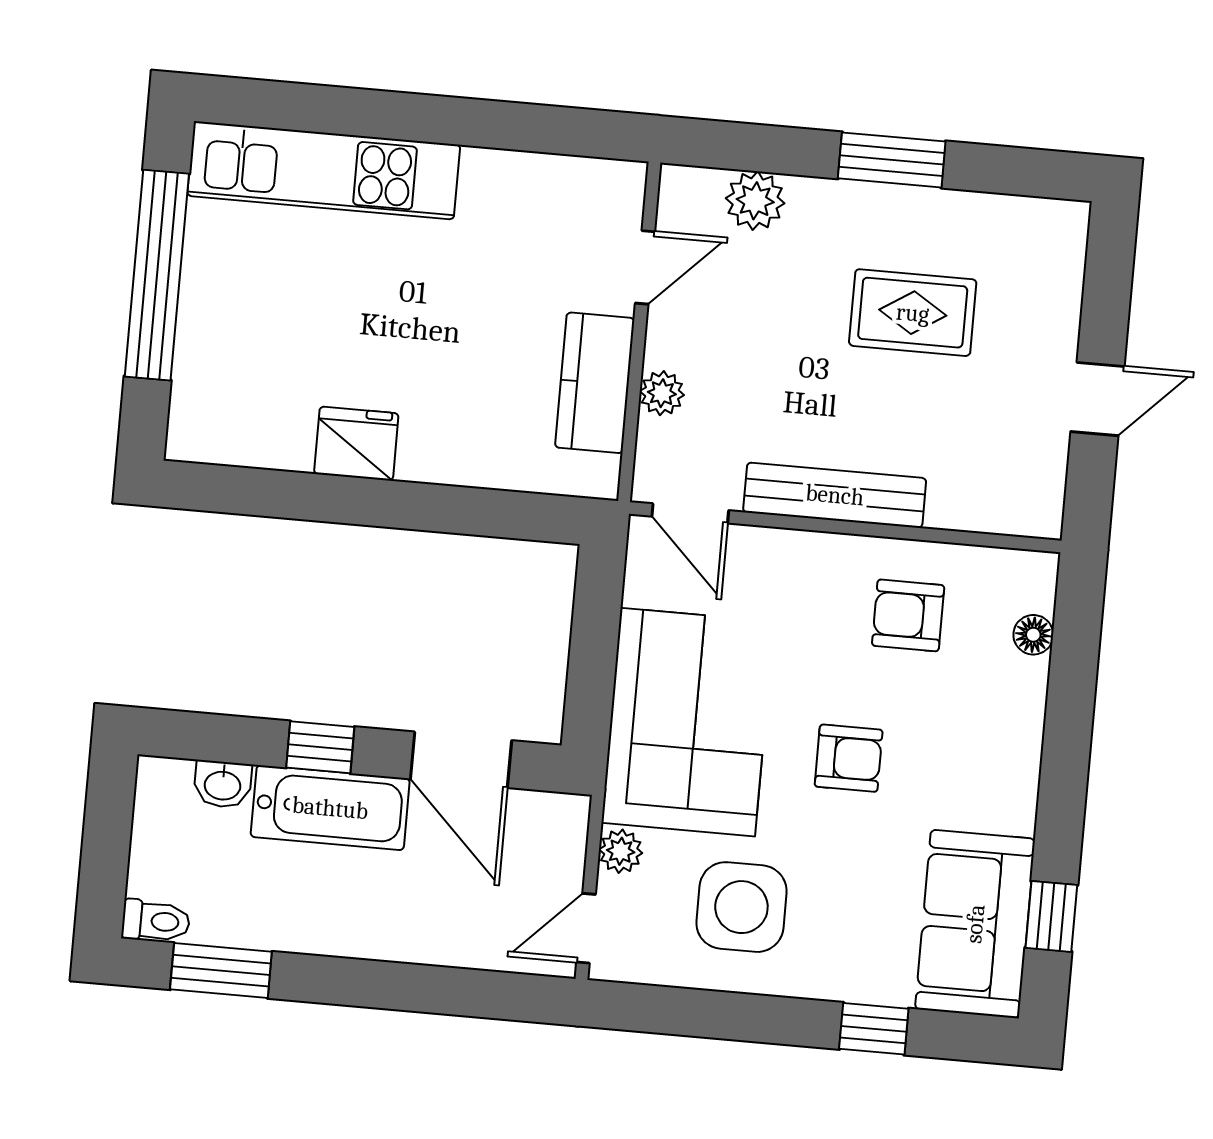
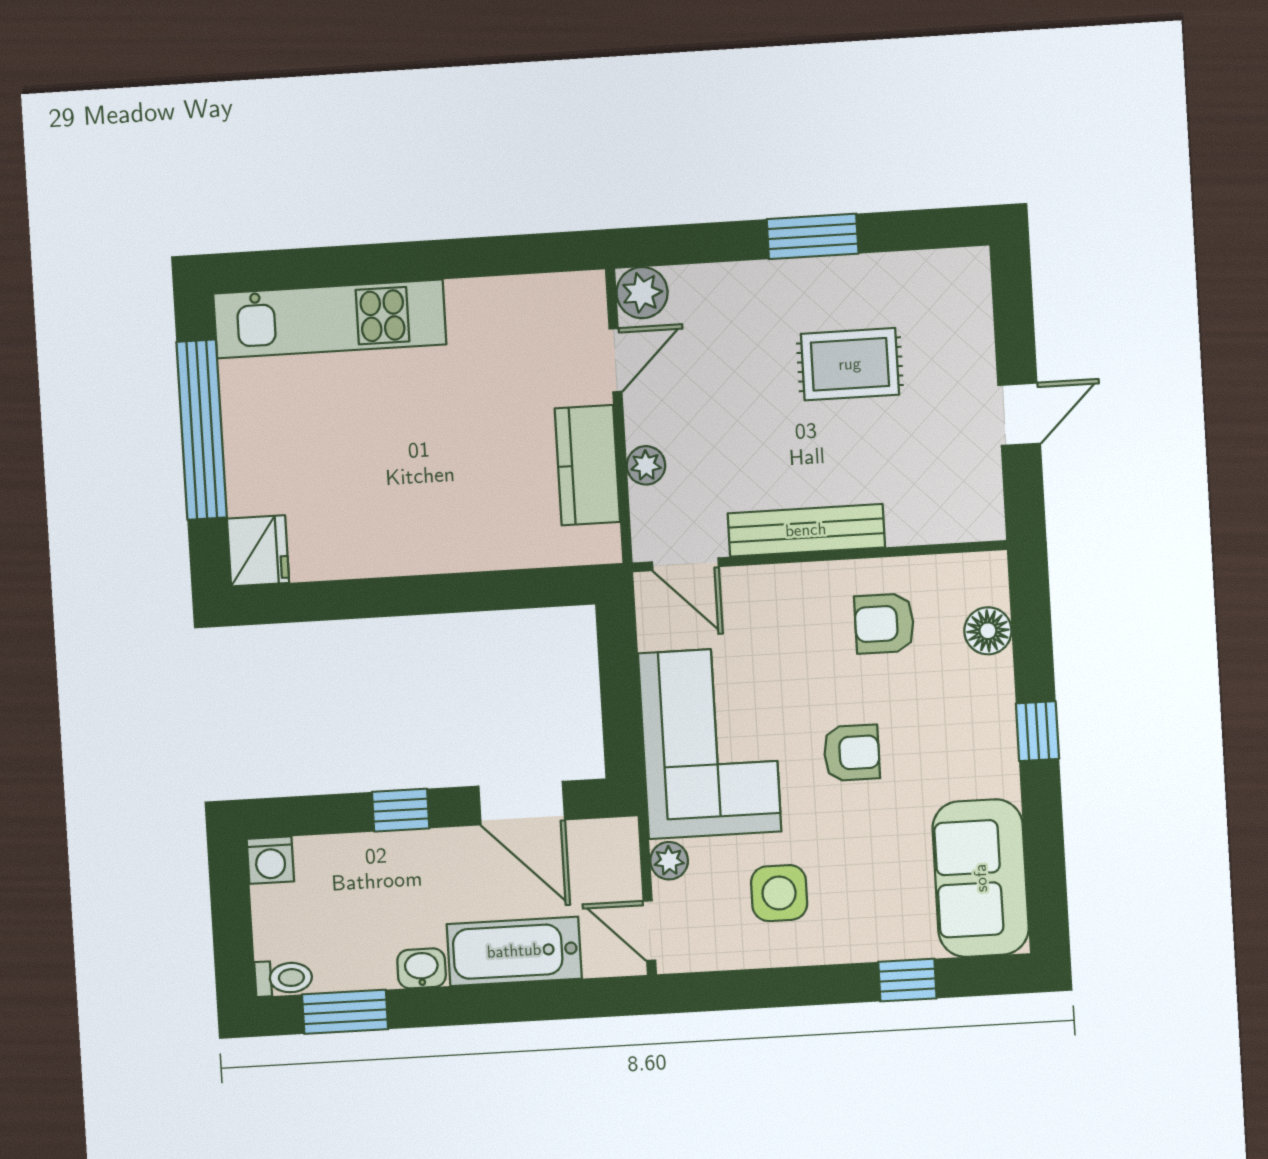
plant: (755, 201) -> (642, 293), moved
fridge: (356, 444) -> (258, 551), moved, turned 90
floor lamp: (1033, 635) -> (988, 631), width x1.37, depth x1.37
washing machine: (161, 783) -> (270, 860), added
washbasin: (223, 784) -> (422, 968), moved, turned 180
bathtub: (330, 808) -> (514, 951), moved, turned 180
side table: (741, 907) -> (779, 893), width x0.73, depth x0.73
window: (1051, 916) -> (1037, 731), moved
door: (586, 928) -> (649, 931), hinge flipped

